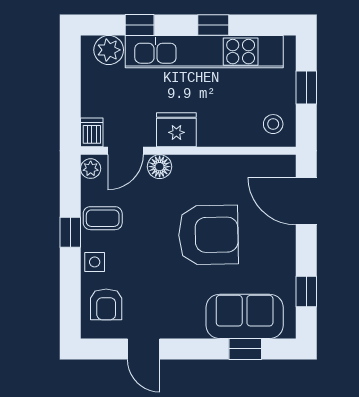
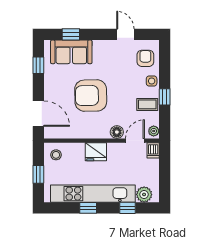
fridge: (176, 130) -> (96, 152), moved

